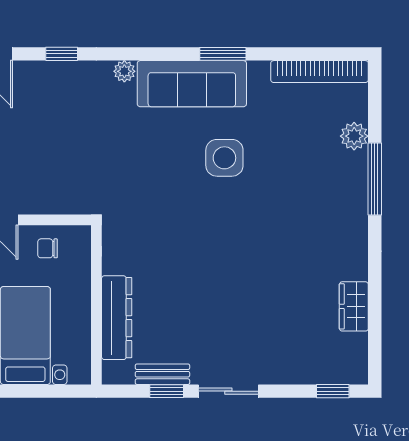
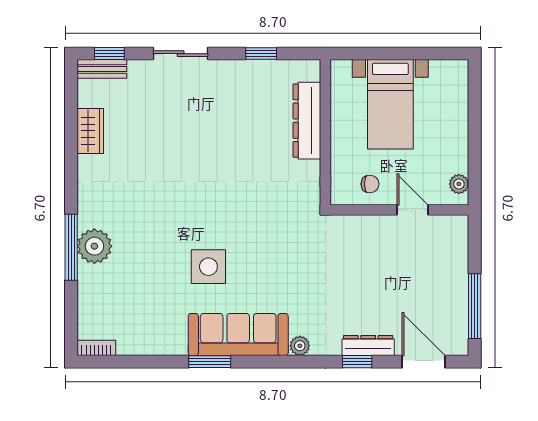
dresser: (50, 72) -> (368, 345), added
bookcase: (319, 72) -> (96, 348), width x0.43, depth x0.76
plant: (354, 136) -> (94, 246), moved, width x1.36, depth x1.36
bench: (162, 374) -> (102, 69), moved
sliding door: (228, 391) -> (181, 54), moved

